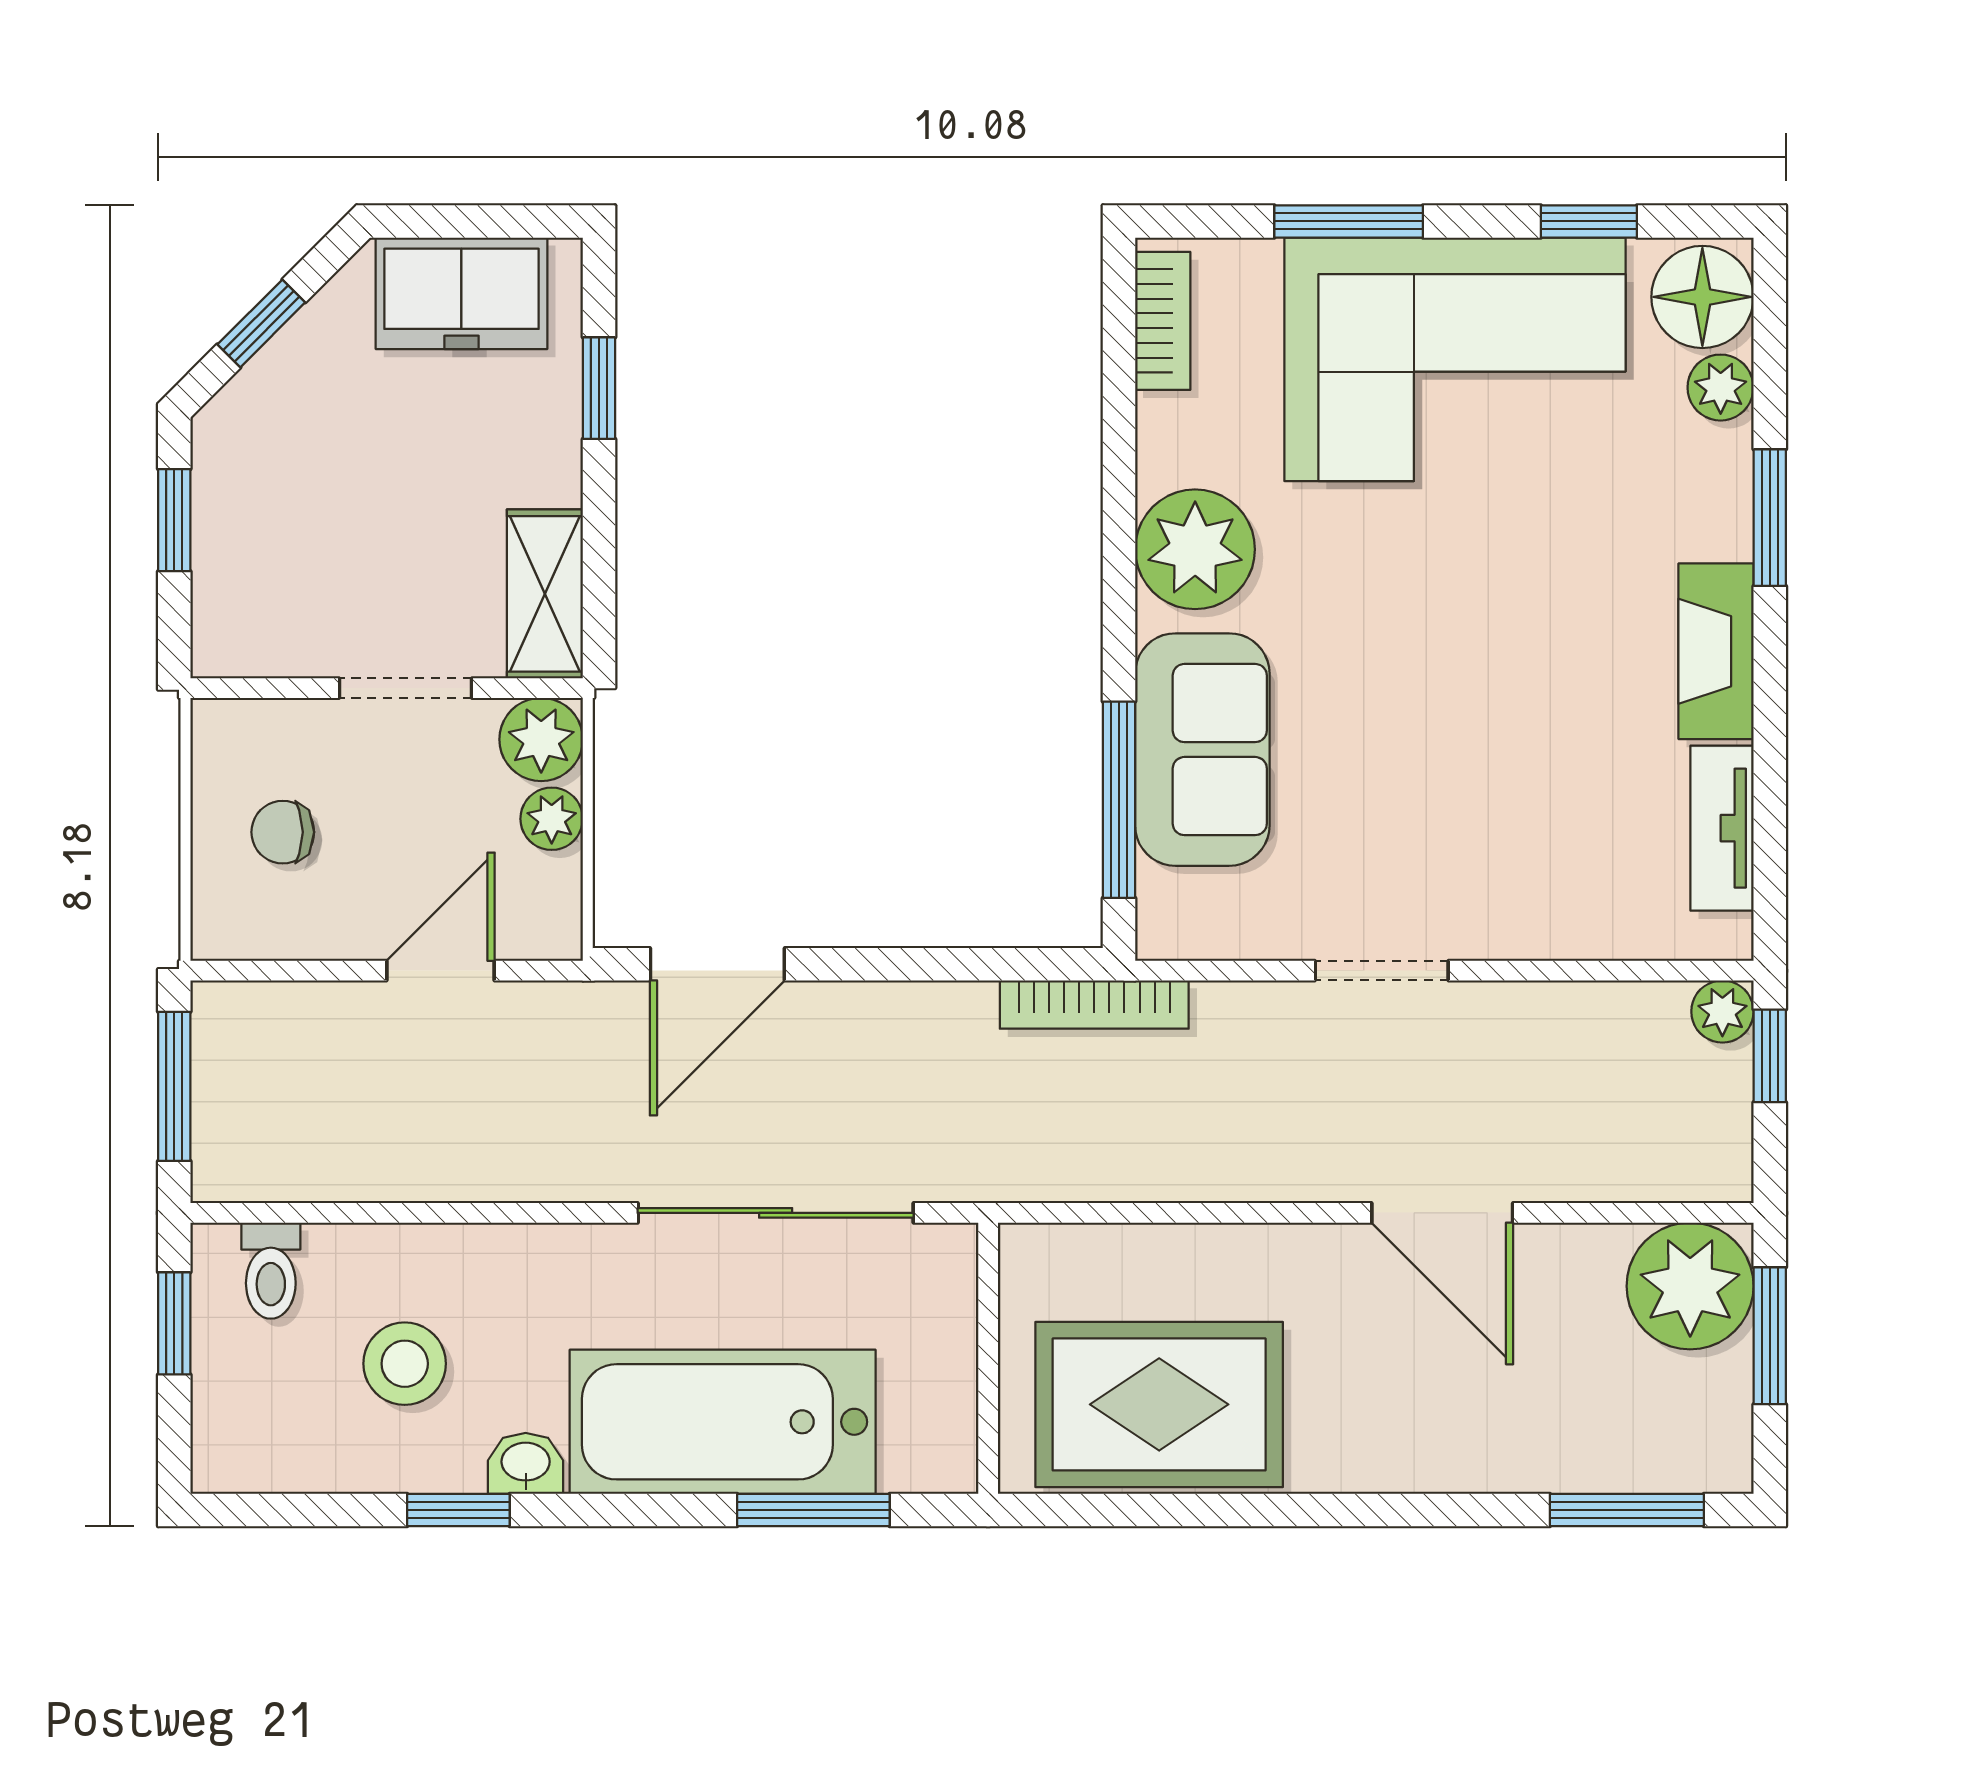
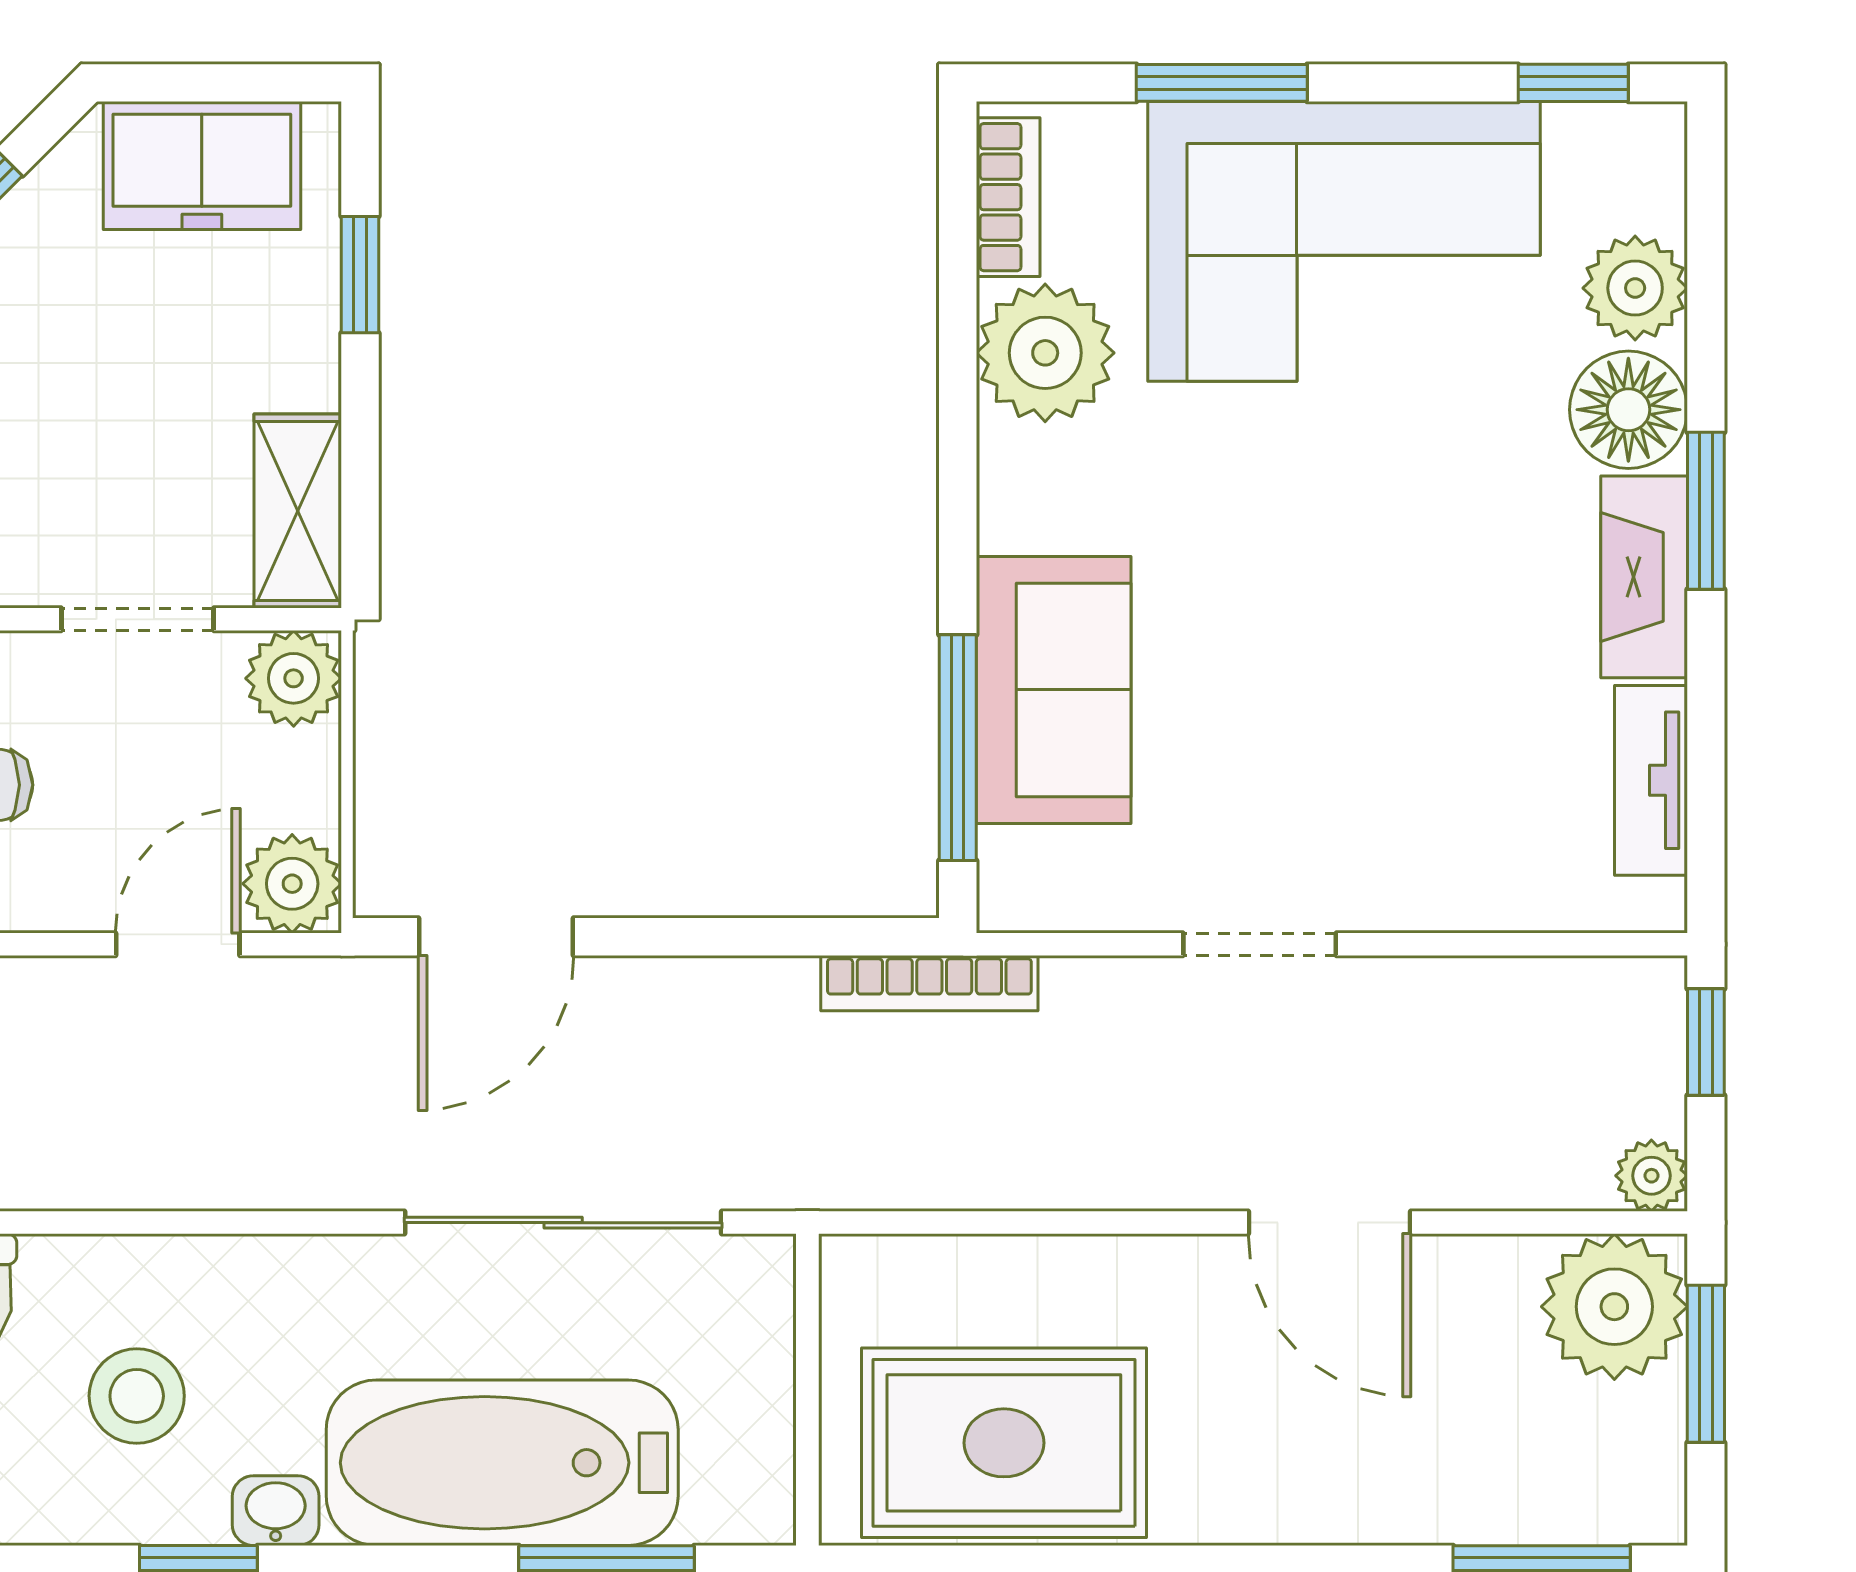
window: (1589, 221) -> (1573, 83), moved
floor lamp: (1702, 297) -> (1628, 410), moved
plant: (1721, 388) -> (1635, 288), width x1.38, depth x1.38
window: (1770, 518) -> (1706, 511), moved
plant: (1195, 549) -> (1045, 353), moved
plant: (552, 819) -> (292, 884), moved, width x1.38, depth x1.38
plant: (1722, 1011) -> (1651, 1176), moved

